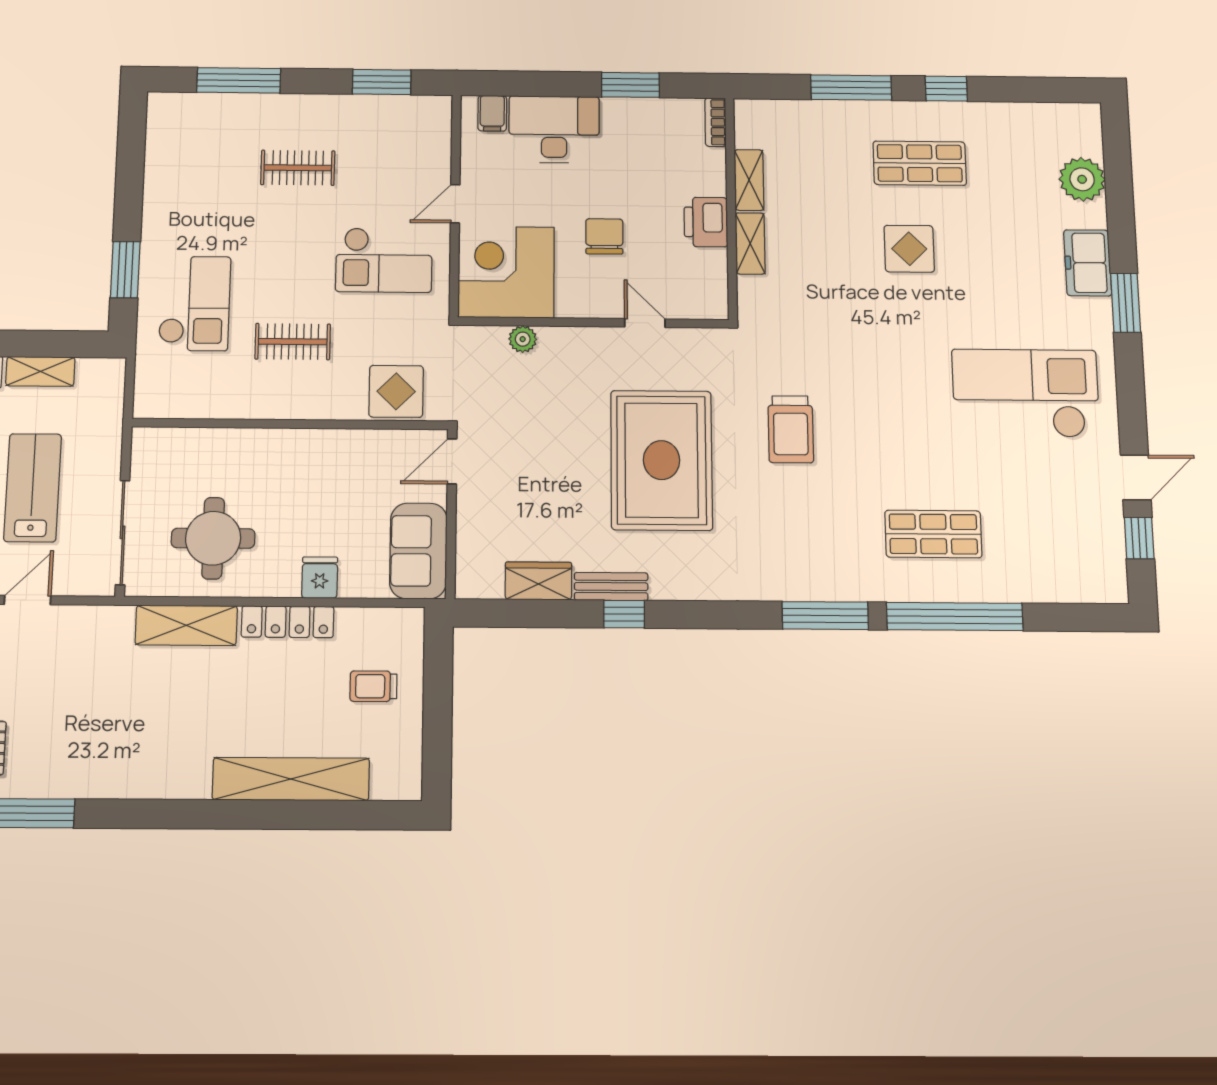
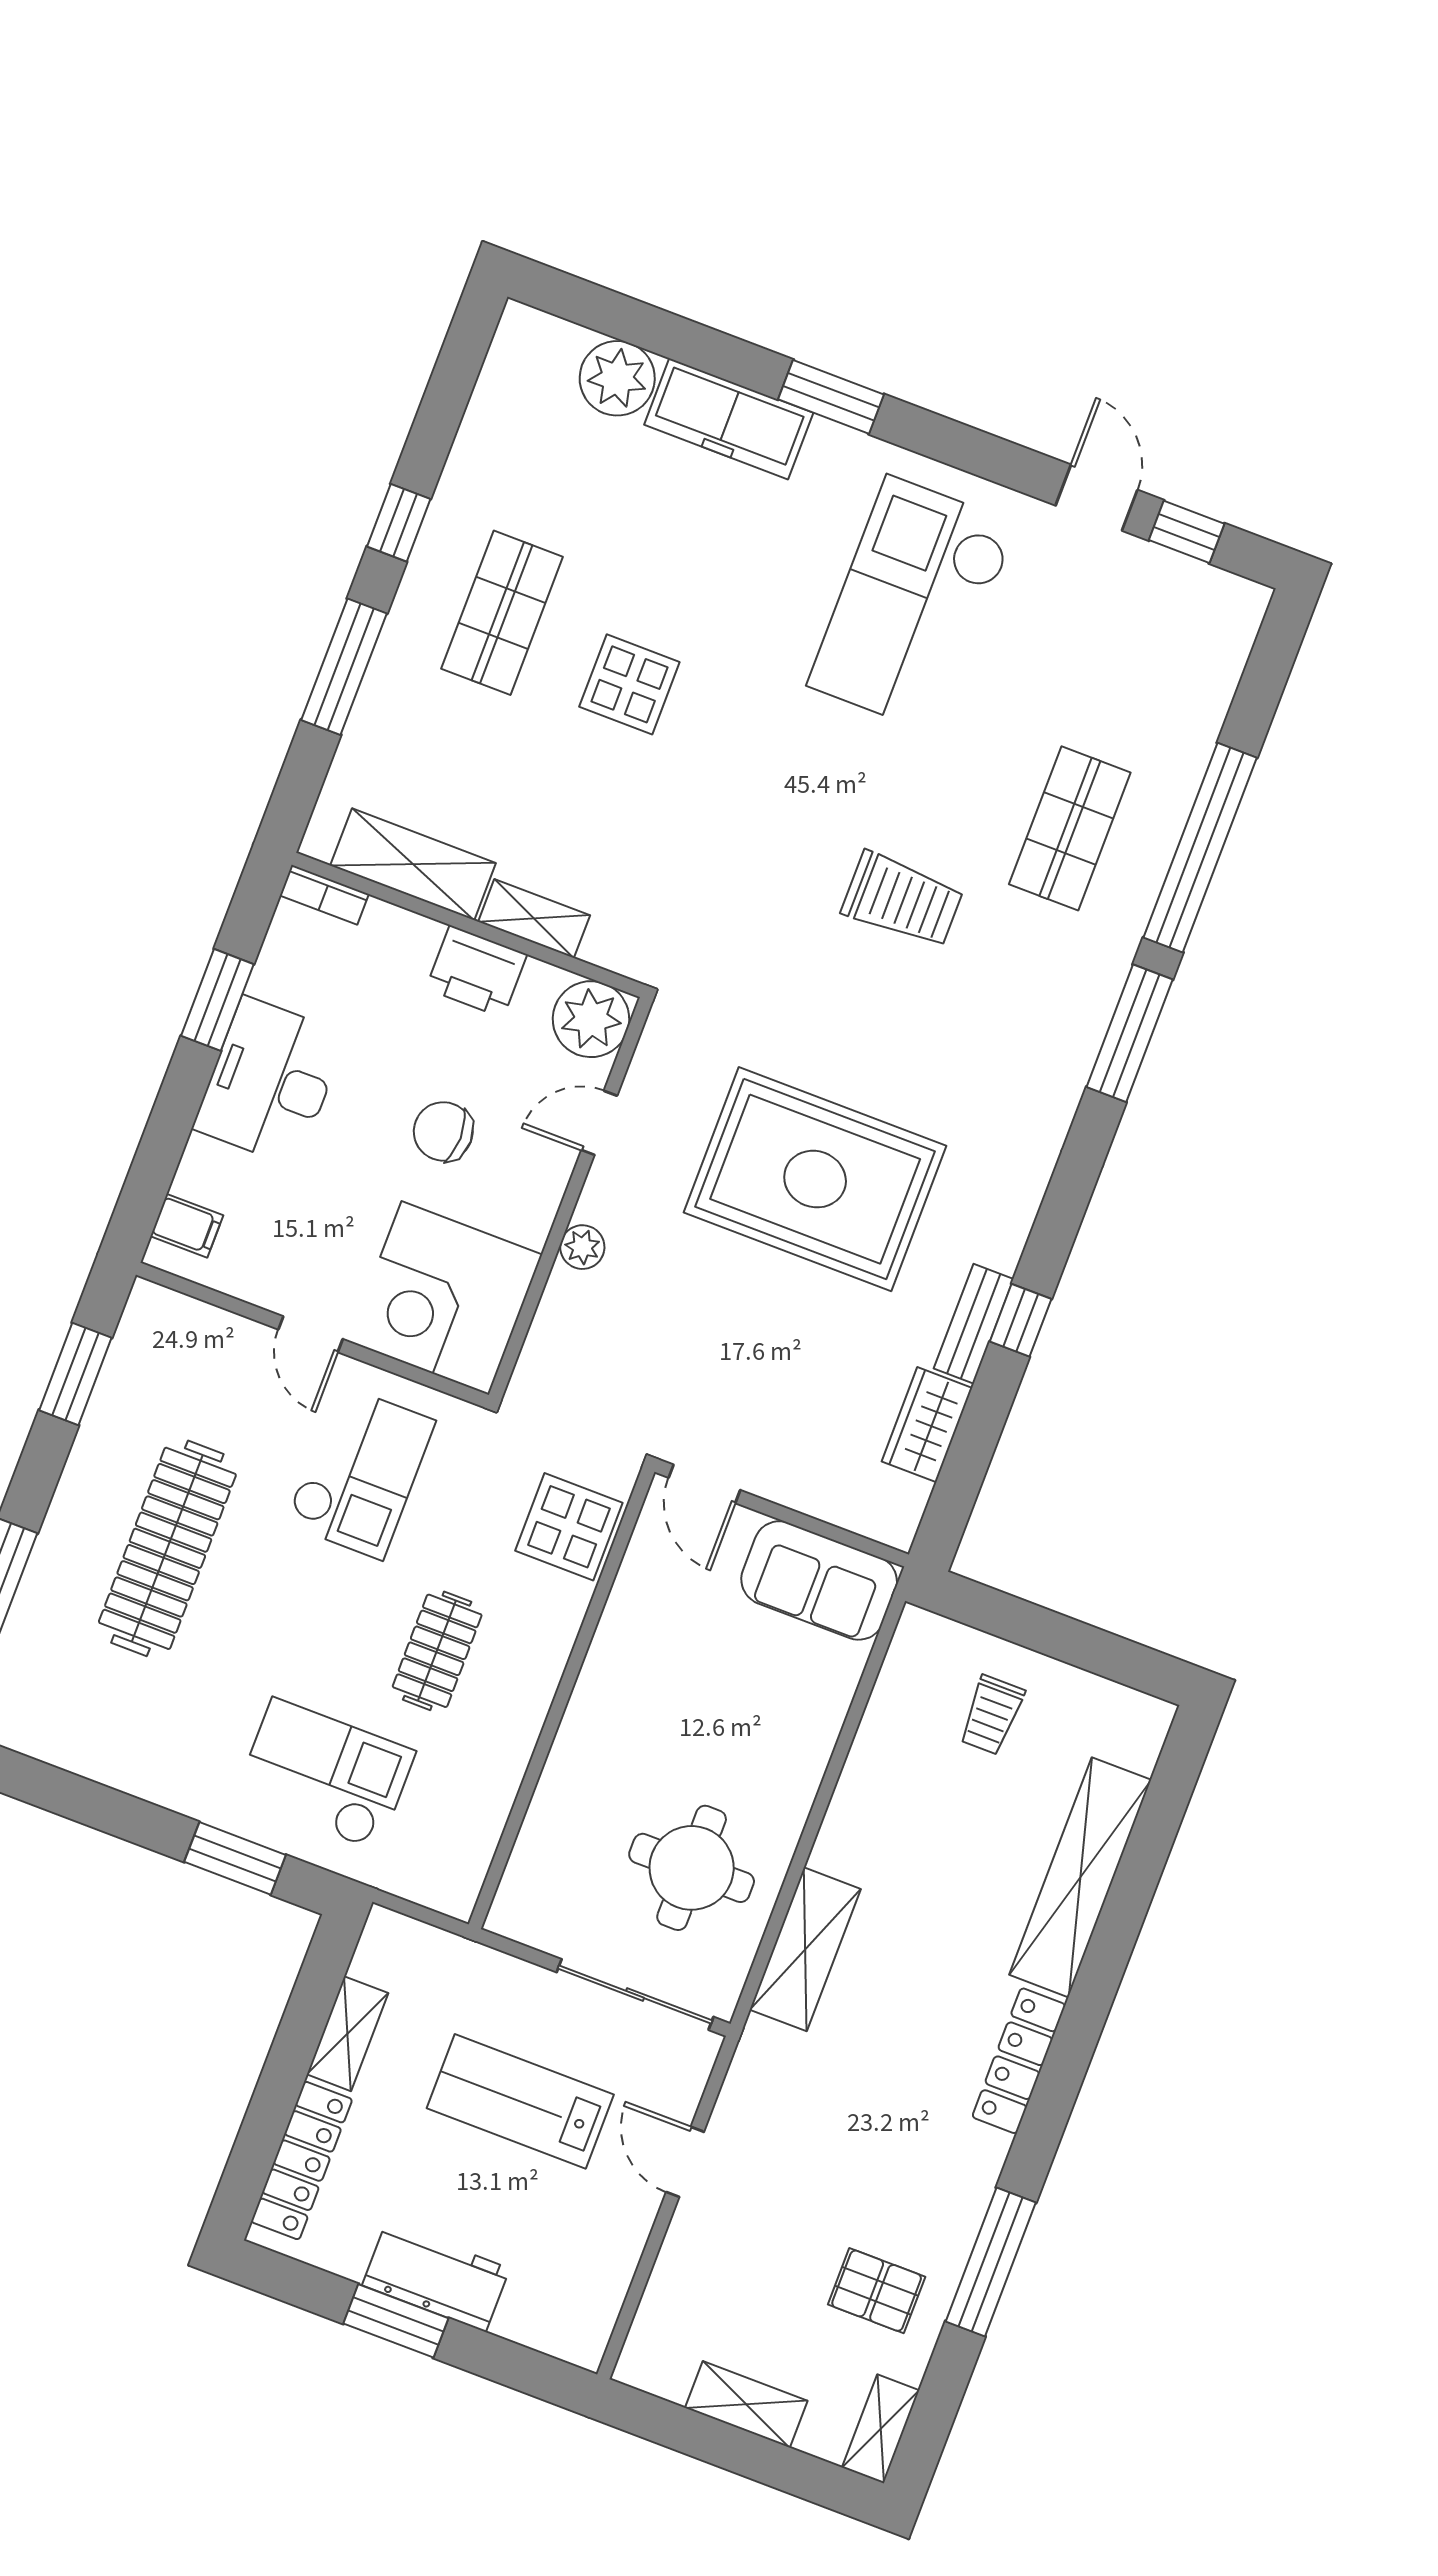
desk: (554, 129) -> (270, 1082), moved
clothes rail: (298, 168) -> (167, 1548), width x1.86, depth x1.31
shelving: (749, 180) -> (413, 864), width x1.50, depth x1.33
freezer: (1088, 263) -> (729, 419), width x1.40
plant: (704, 297) -> (591, 1019), added
plant: (523, 339) -> (582, 1247), moved
trolley: (791, 429) -> (902, 900), moved
fridge: (320, 578) -> (806, 1736), removed
locker: (288, 622) -> (1019, 2061), moved, turned 180

